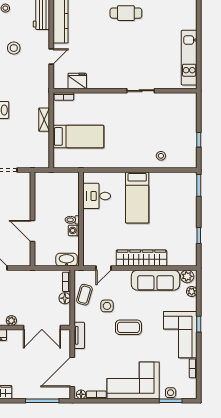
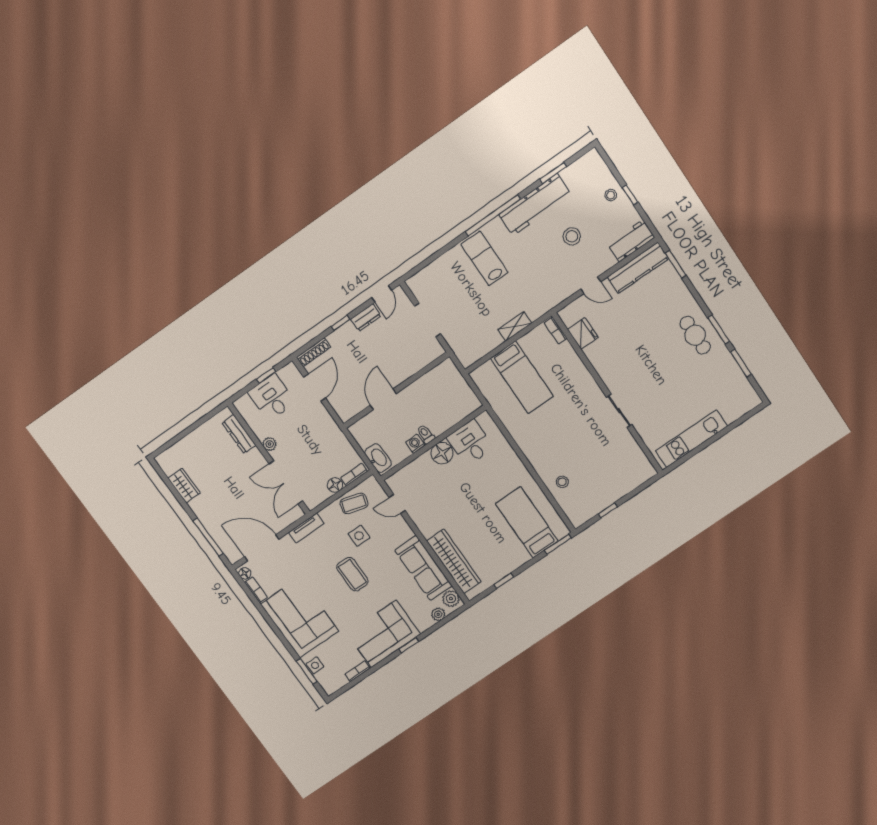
bed: (137, 198) -> (527, 522), moved, turned 90
floor lamp: (91, 218) -> (442, 453), added
wardrobe: (141, 258) -> (454, 561), moved

